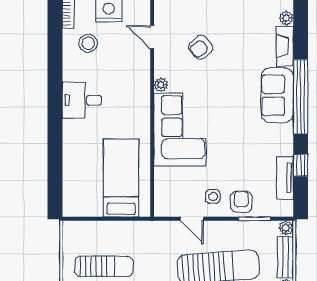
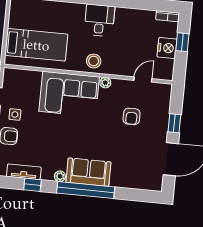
plant: (286, 18) -> (60, 176), moved
stool: (88, 43) -> (94, 61), moved
fireplace: (285, 46) -> (126, 182), removed
armchair: (201, 47) -> (132, 116), turned -140

